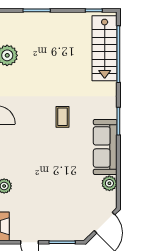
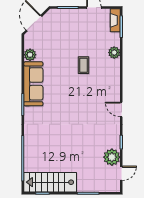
stairs: (105, 48) -> (50, 182), moved, turned -90
coffee table: (62, 117) -> (84, 65), moved

